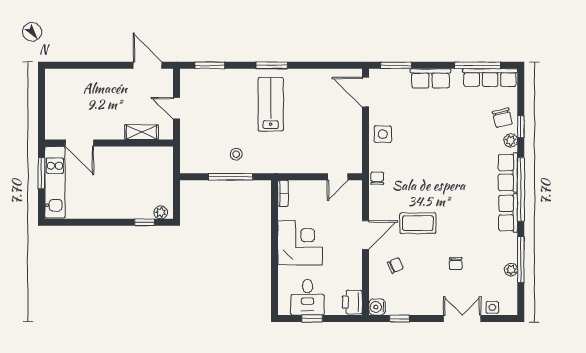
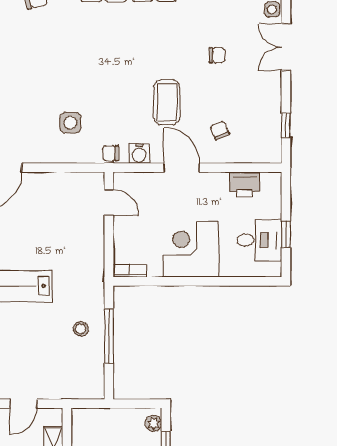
side table: (383, 134) -> (70, 123), moved
printer: (352, 302) -> (245, 184), moved
water cooler: (377, 307) -> (139, 153), moved

